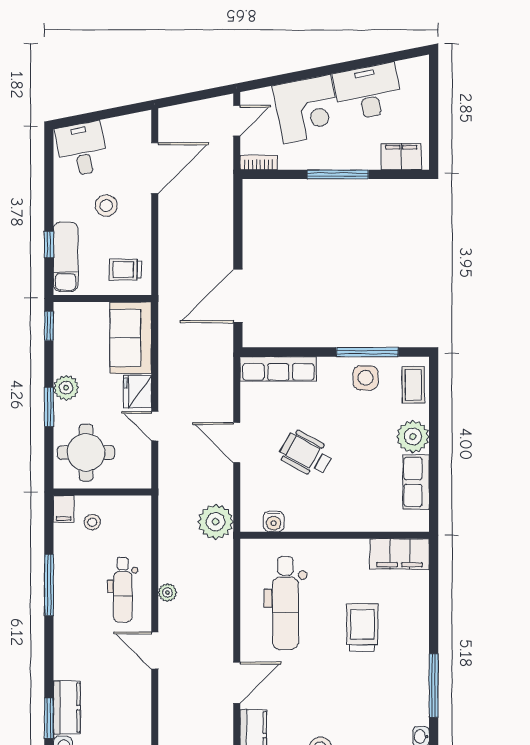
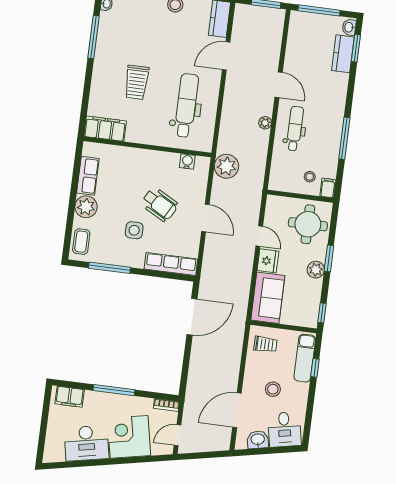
washbasin: (119, 129) -> (258, 440), added
side table: (366, 378) -> (134, 230), moved

